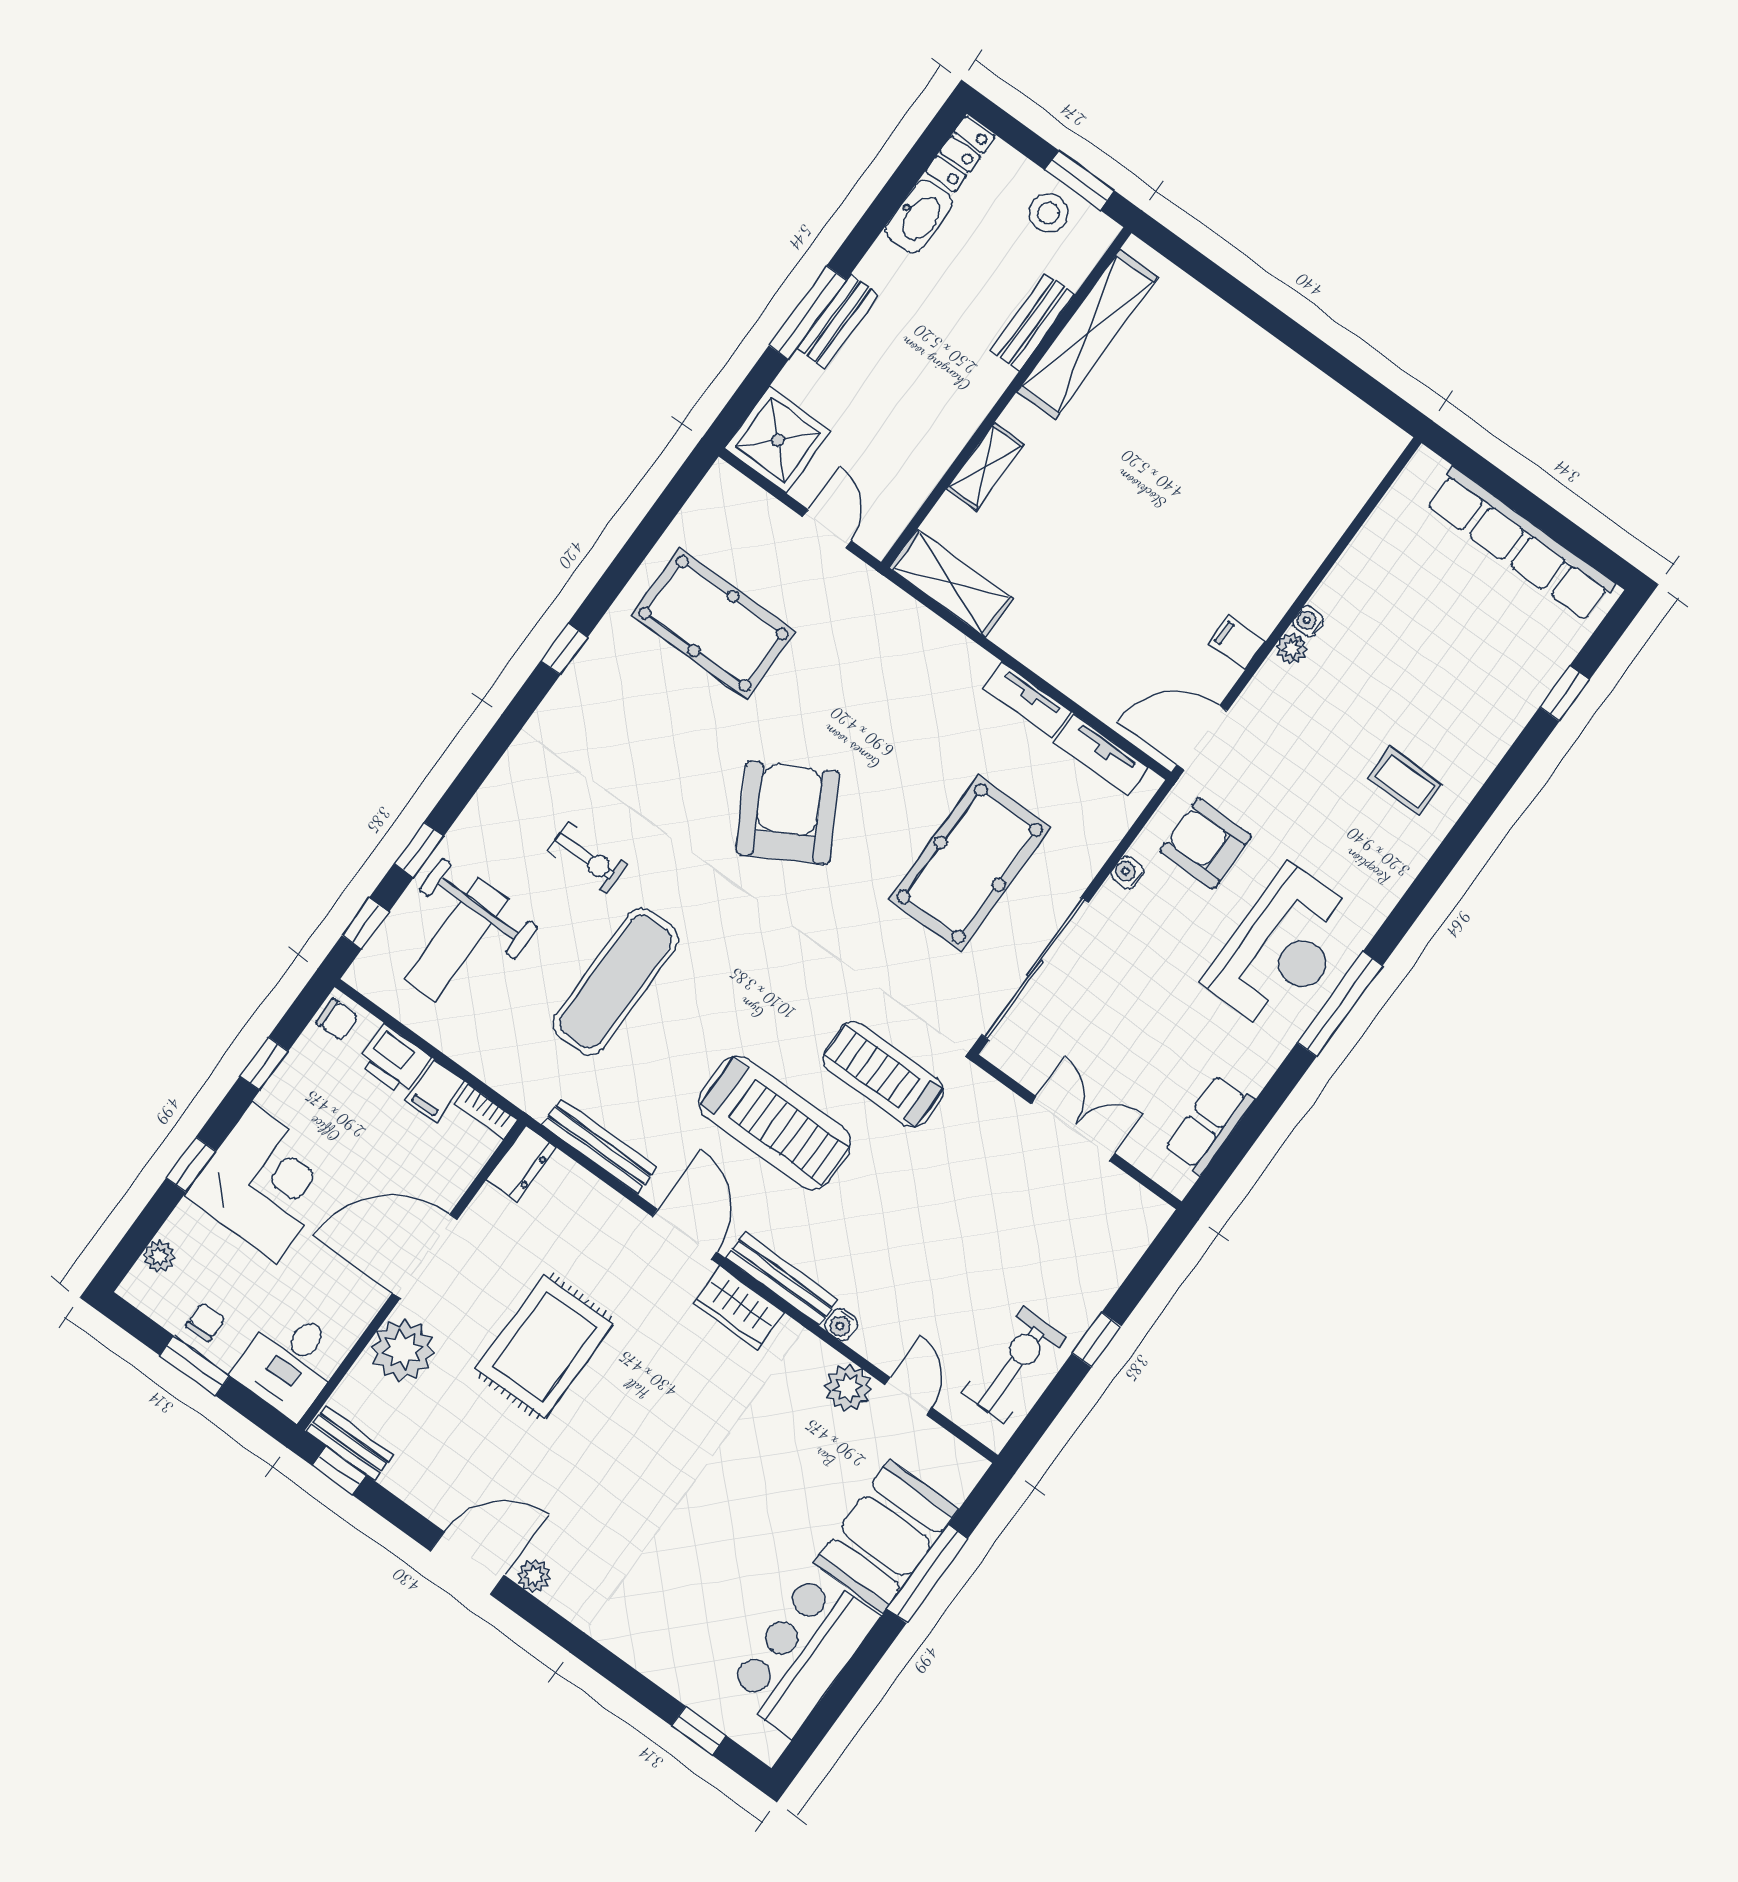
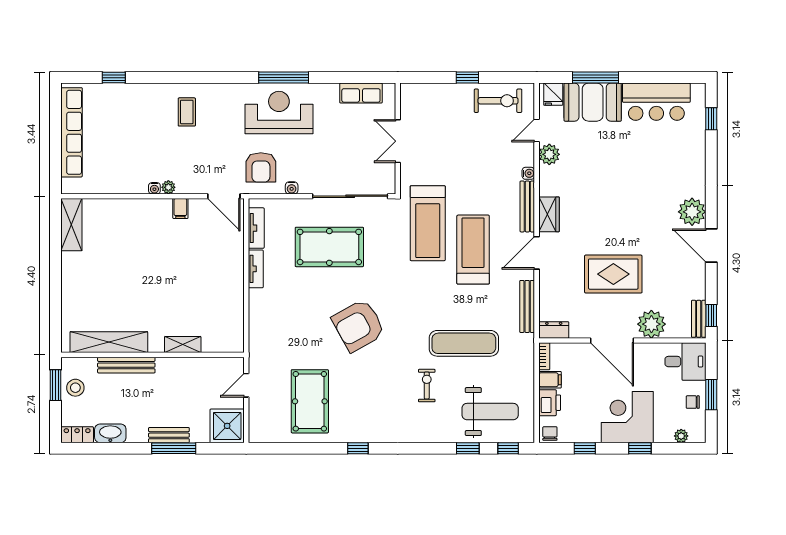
bench: (1033, 322) -> (126, 365), width x1.36
shelving: (951, 583) -> (71, 225), moved
treadmill: (883, 1075) -> (428, 223), width x1.37, depth x1.38
exercise bike: (1014, 1365) -> (498, 101), turned 180
fridge: (953, 1474) -> (553, 94), added
plant: (534, 1576) -> (692, 212), width x1.88, depth x1.88

